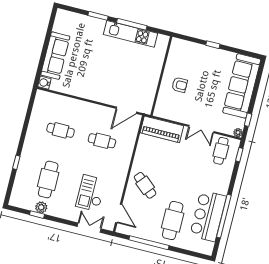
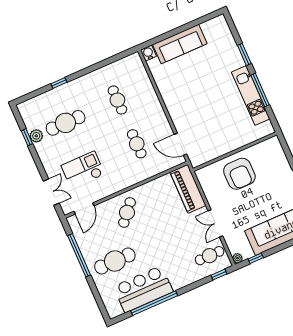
armchair: (180, 85) -> (239, 174), width x1.88, depth x1.88

